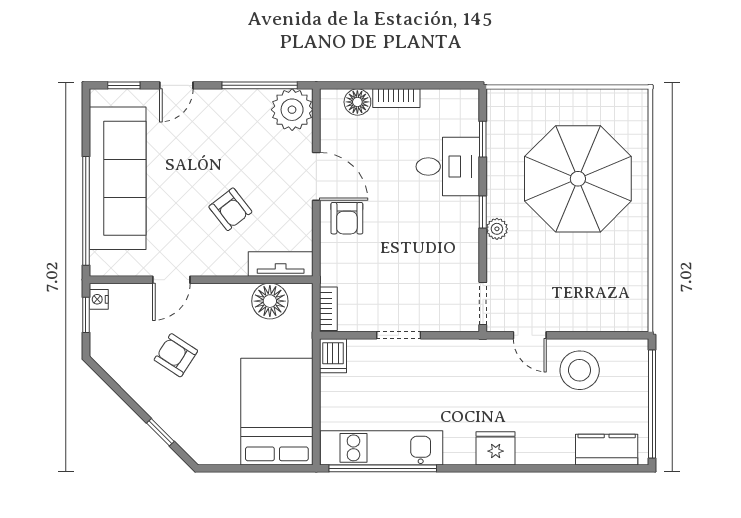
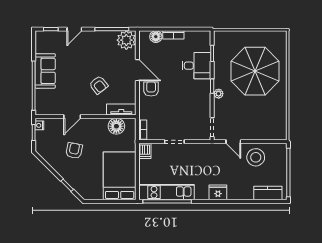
sofa: (118, 178) -> (45, 71), width x0.54, depth x0.79
armchair: (347, 218) -> (151, 89), turned 180
armchair: (176, 355) -> (74, 151), turned 68

